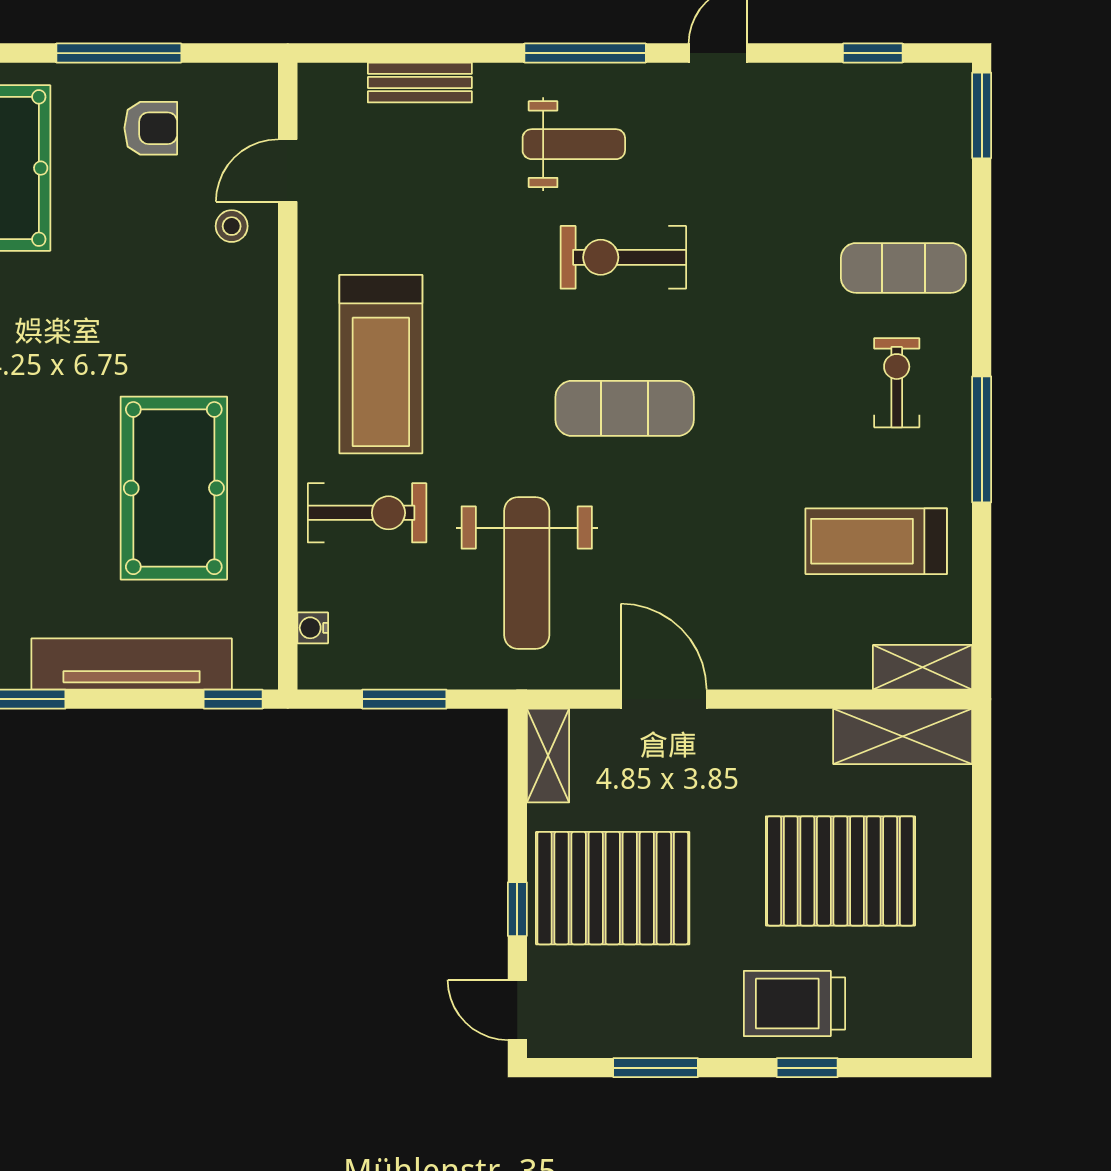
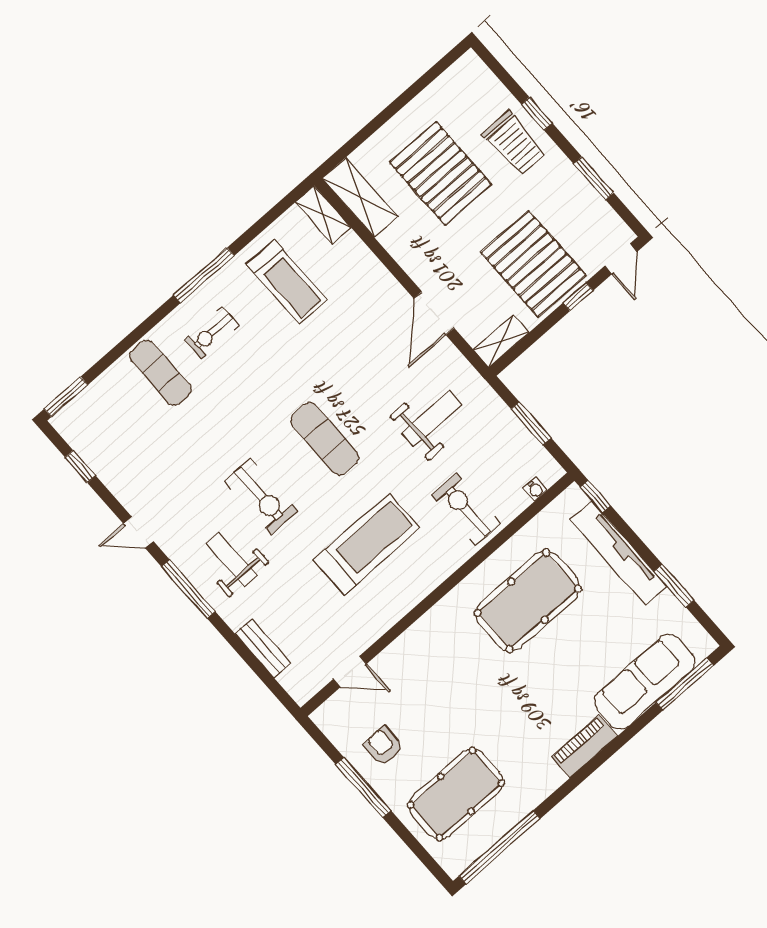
stool: (232, 226) -> (395, 675), removed
treadmill: (381, 364) -> (367, 544), moved
weight bench: (527, 573) -> (432, 419), width x0.73, depth x0.75

